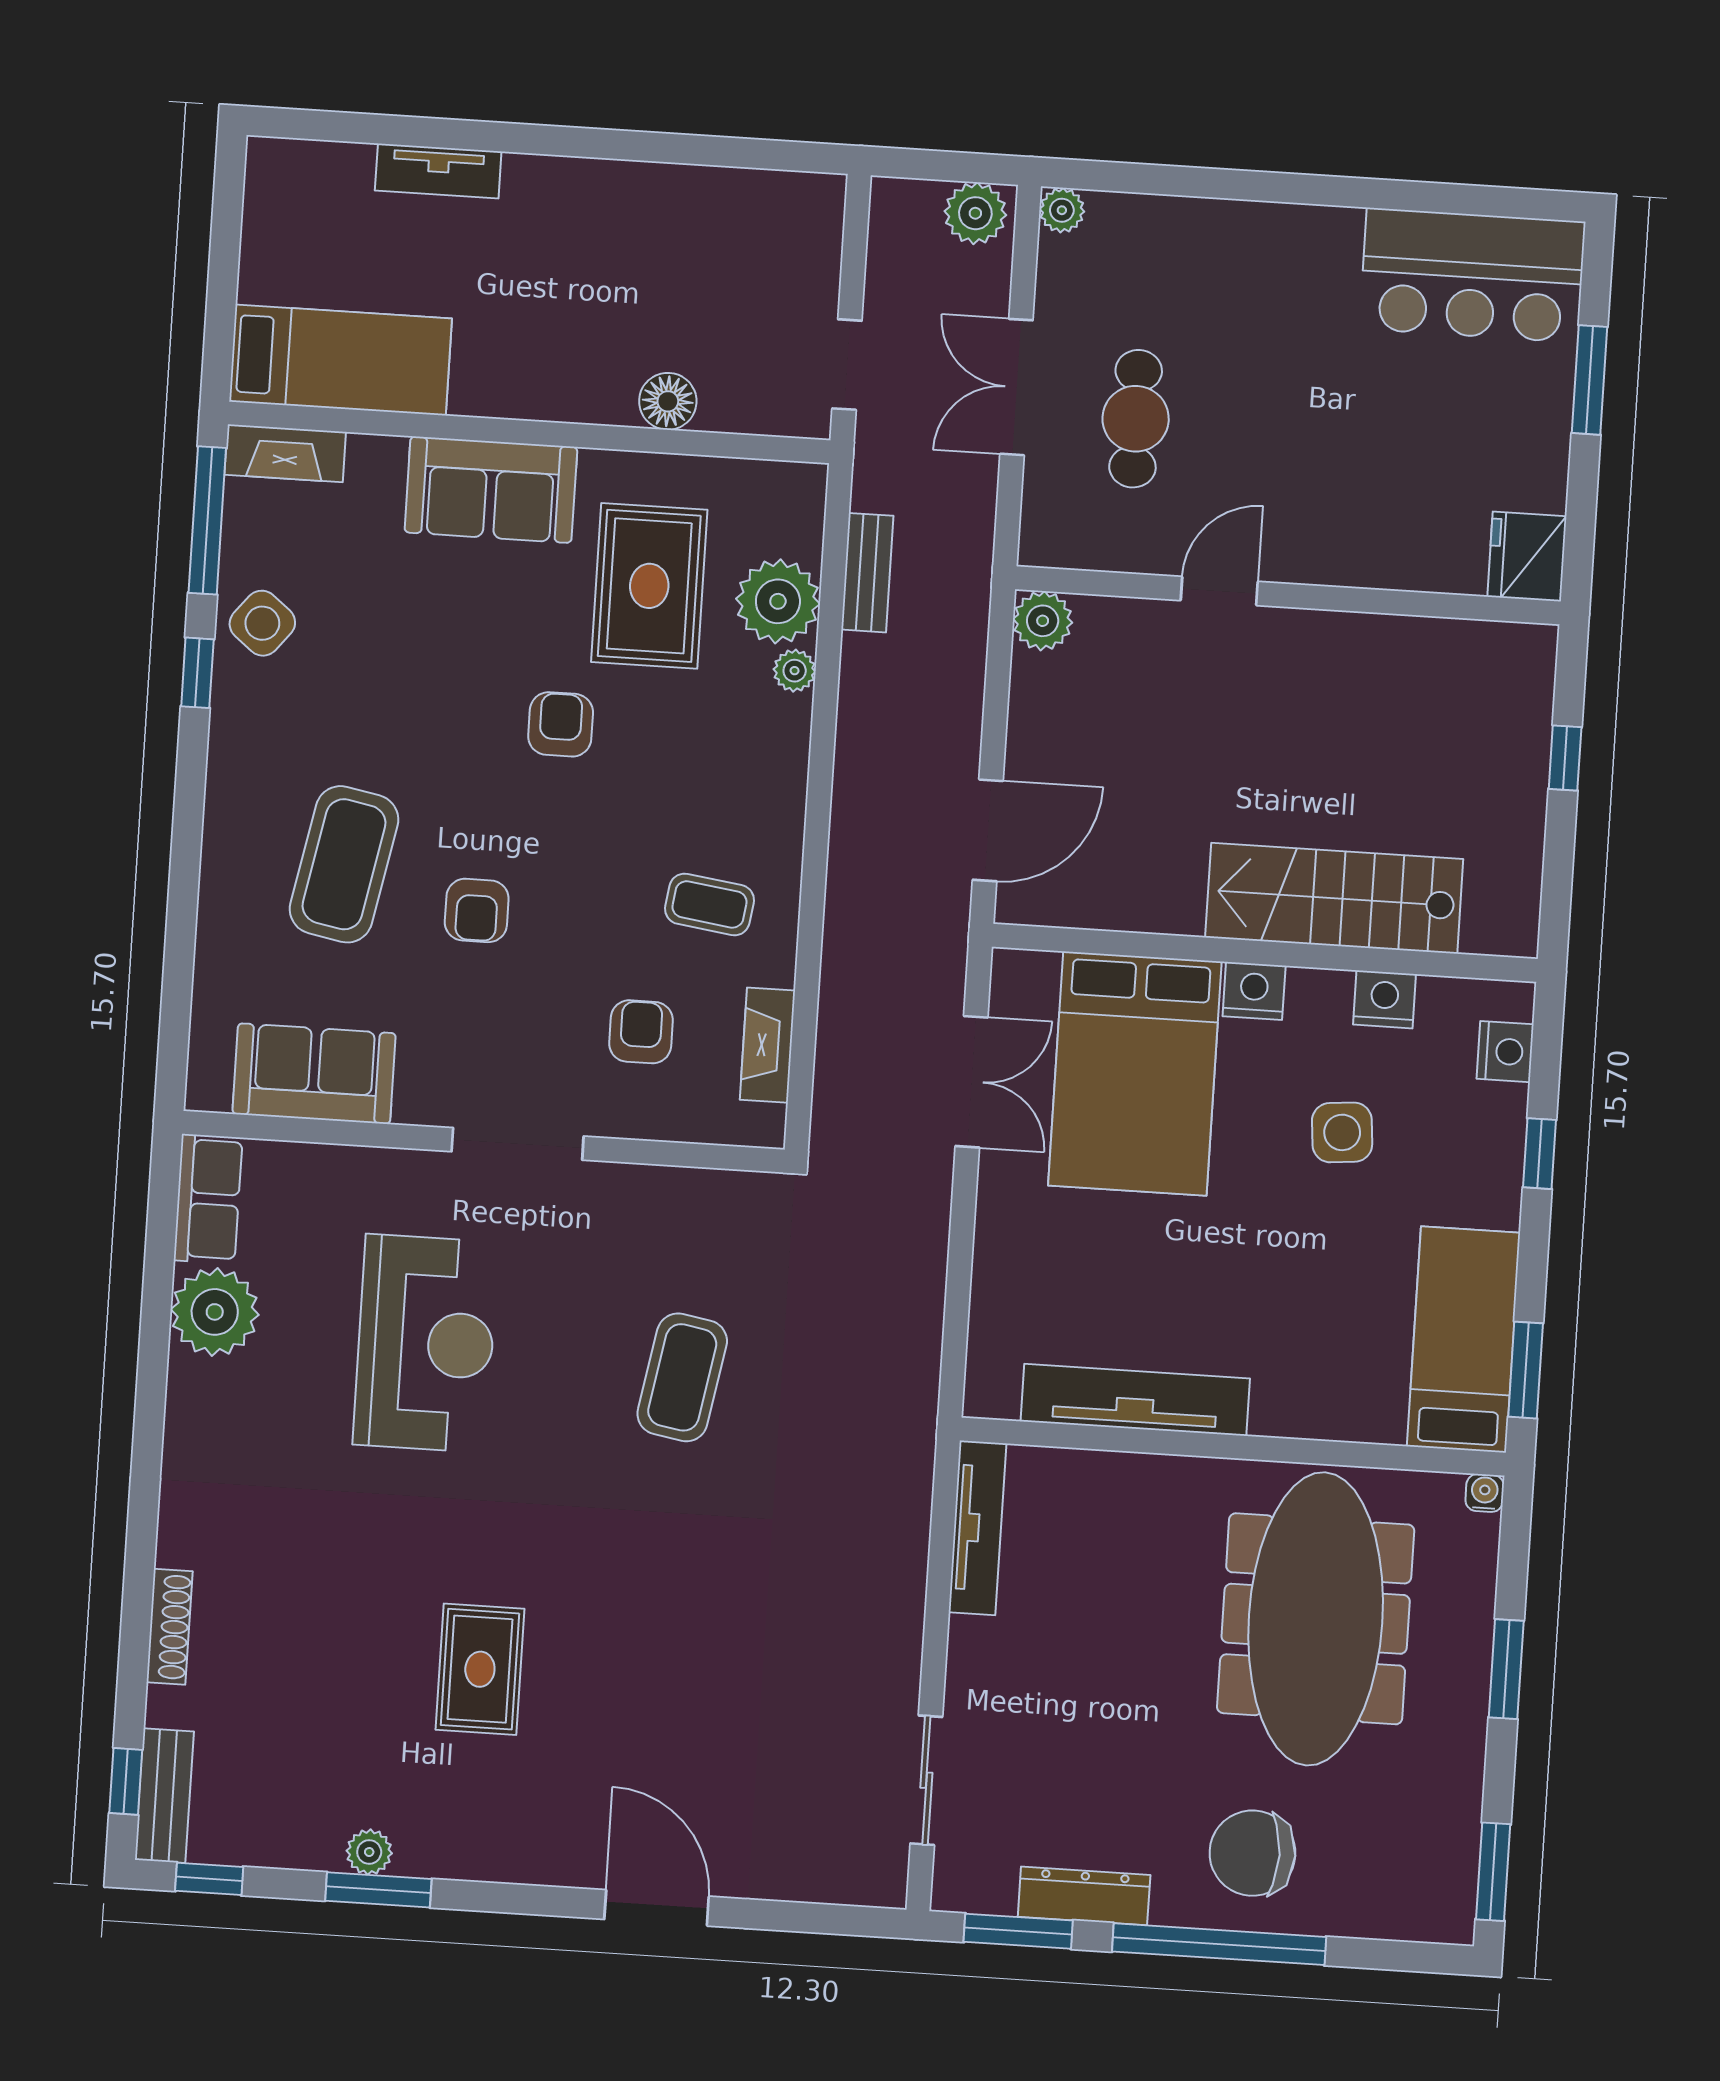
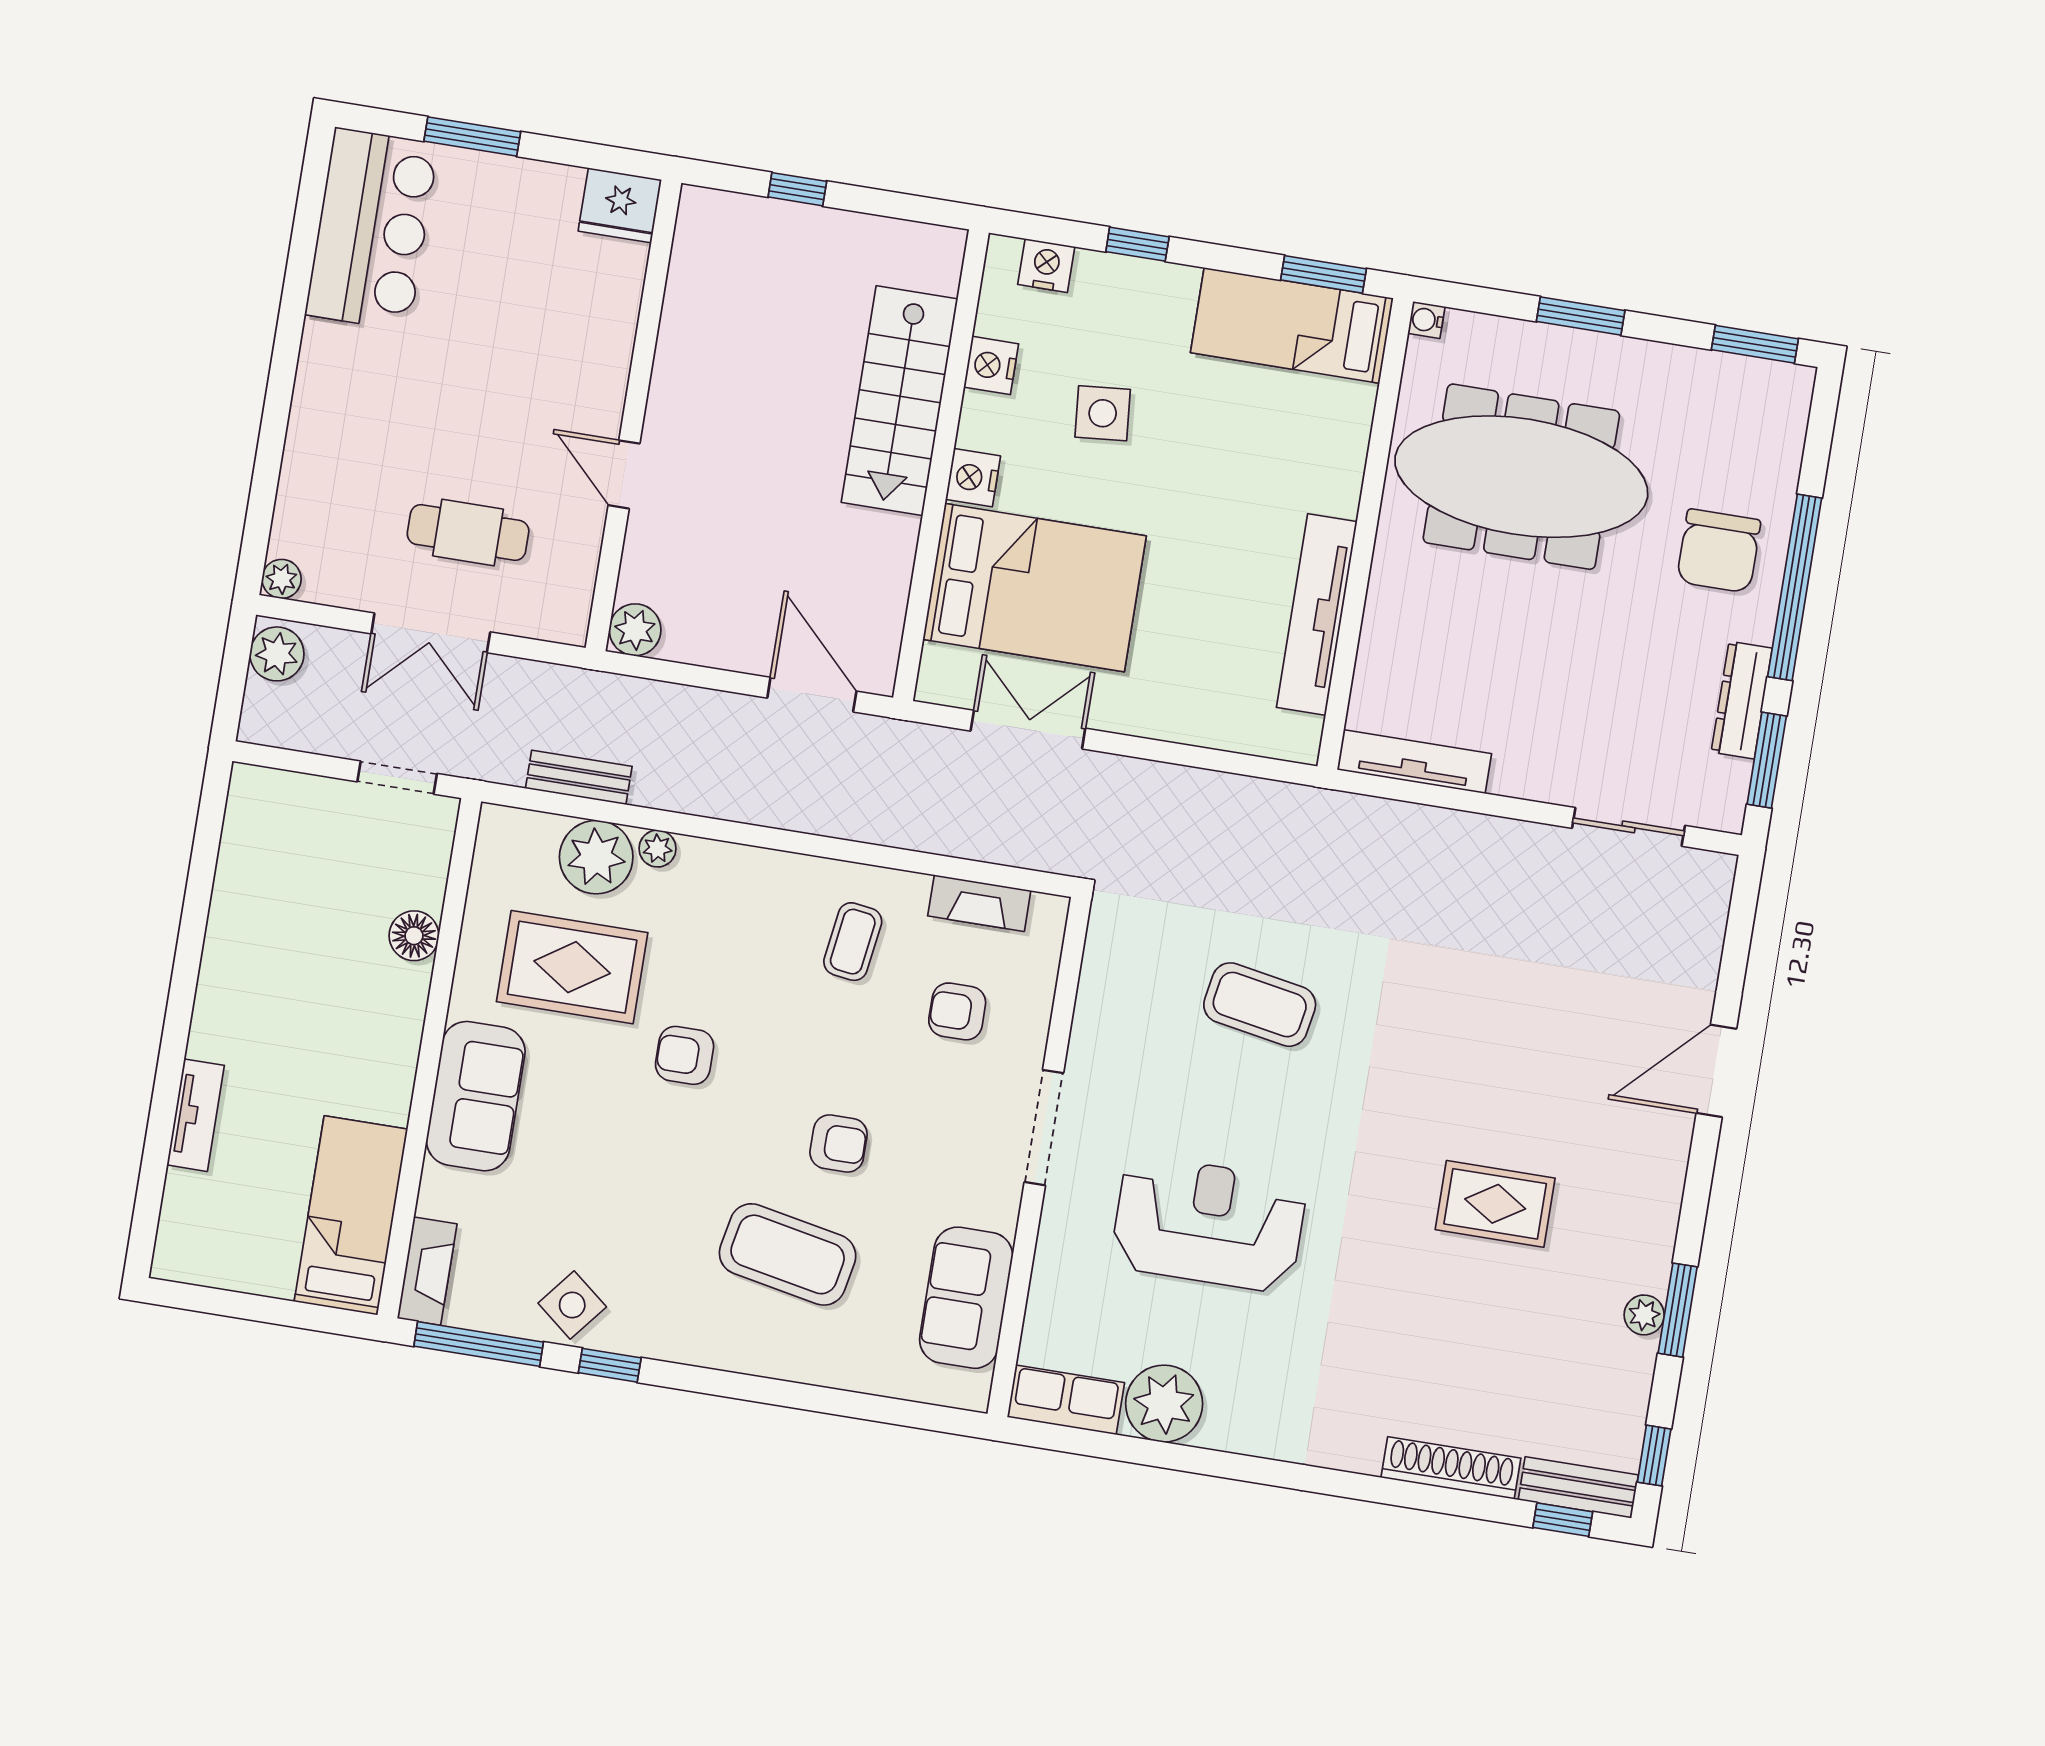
shoe rack: (169, 1627) -> (1451, 1468), width x1.36, depth x1.24

